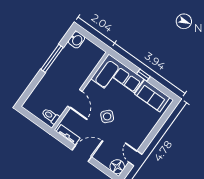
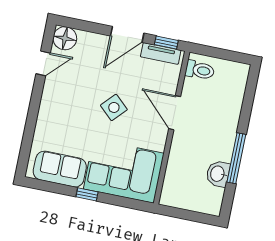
washbasin: (76, 40) -> (218, 174), moved
window: (62, 139) -> (166, 43), added
door: (135, 158) -> (43, 63), hinge flipped

